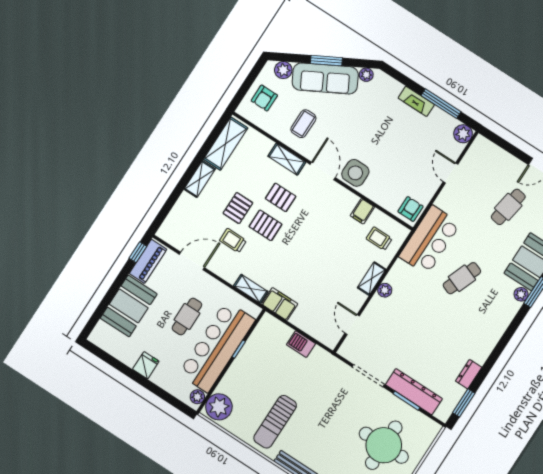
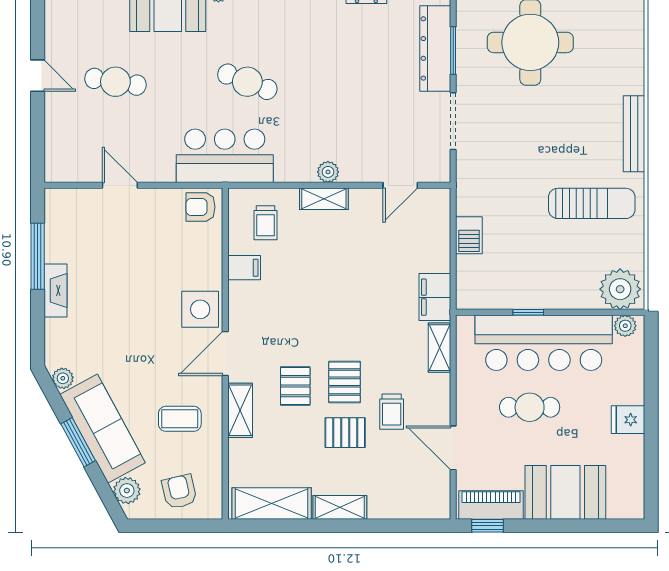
armchair: (264, 98) -> (179, 492), turned -103
plant: (463, 134) -> (58, 202), removed
door: (451, 173) -> (120, 185), swing flipped

